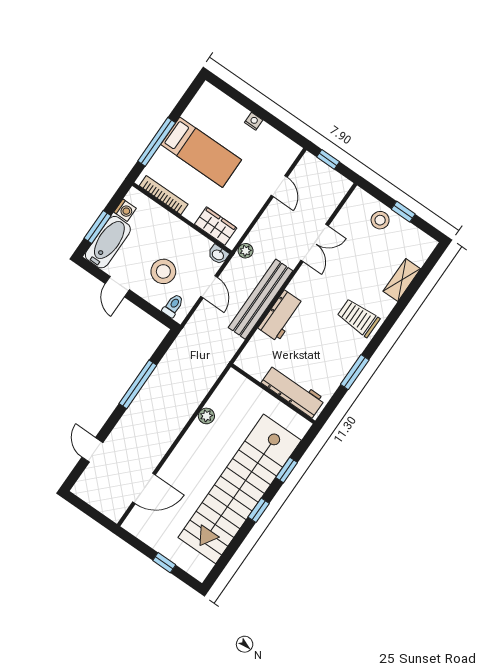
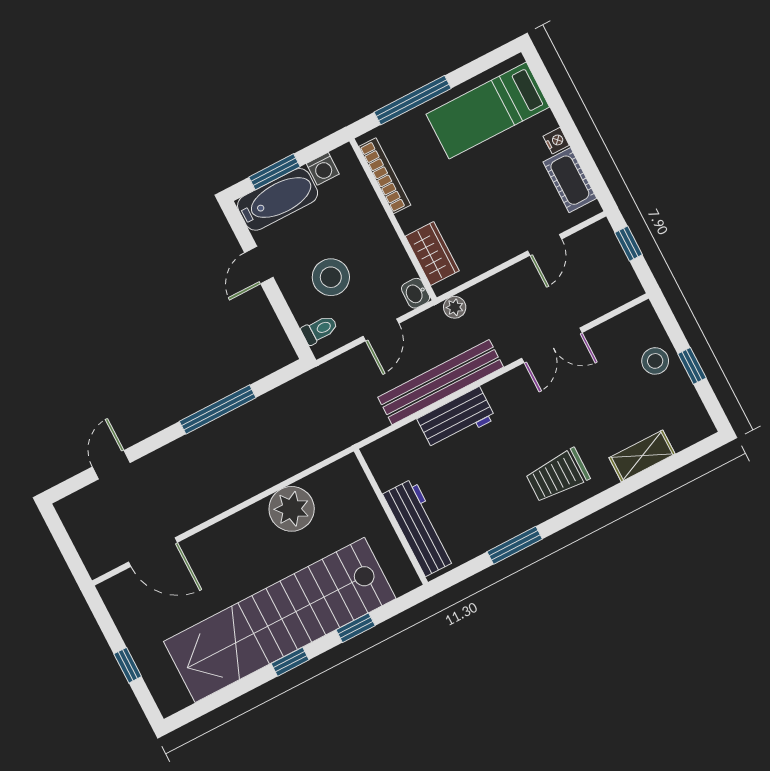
cot: (274, 140) -> (570, 180), added
bed: (201, 152) -> (488, 111), moved, turned 90
trolley: (358, 318) -> (558, 476), turned -90
plant: (206, 416) -> (292, 509), width x1.87, depth x1.87

